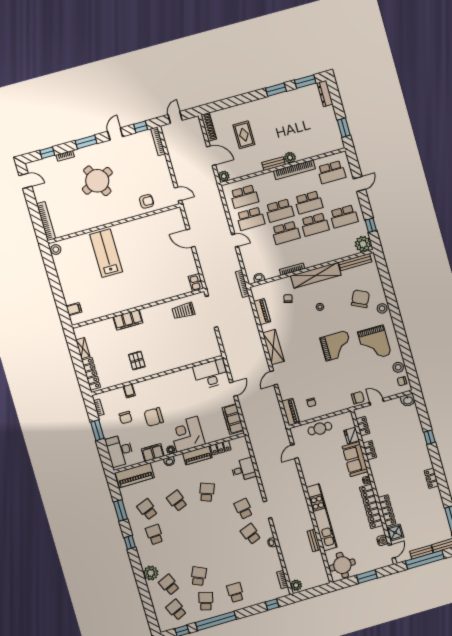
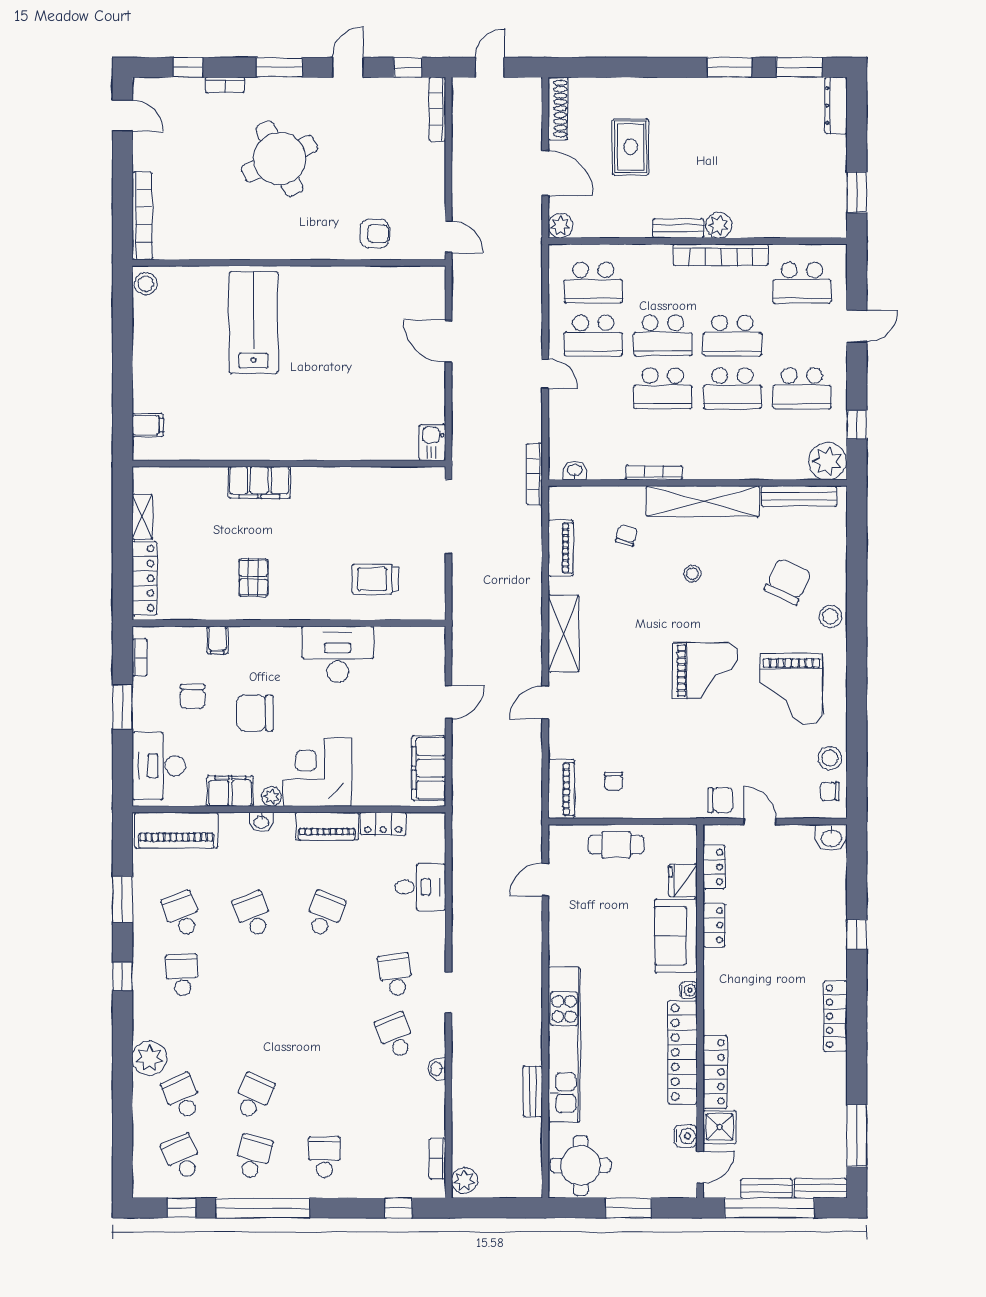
trolley: (183, 311) -> (375, 579), moved
desk: (211, 374) -> (338, 654), moved
locker: (431, 478) -> (835, 1016), width x1.53

